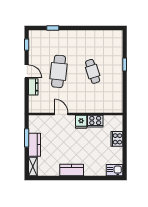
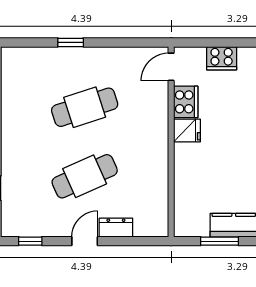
cafe table: (59, 71) -> (85, 176), turned -30
cafe table: (93, 71) -> (85, 107), width x1.37, depth x1.35
door: (61, 114) -> (171, 67), moved

